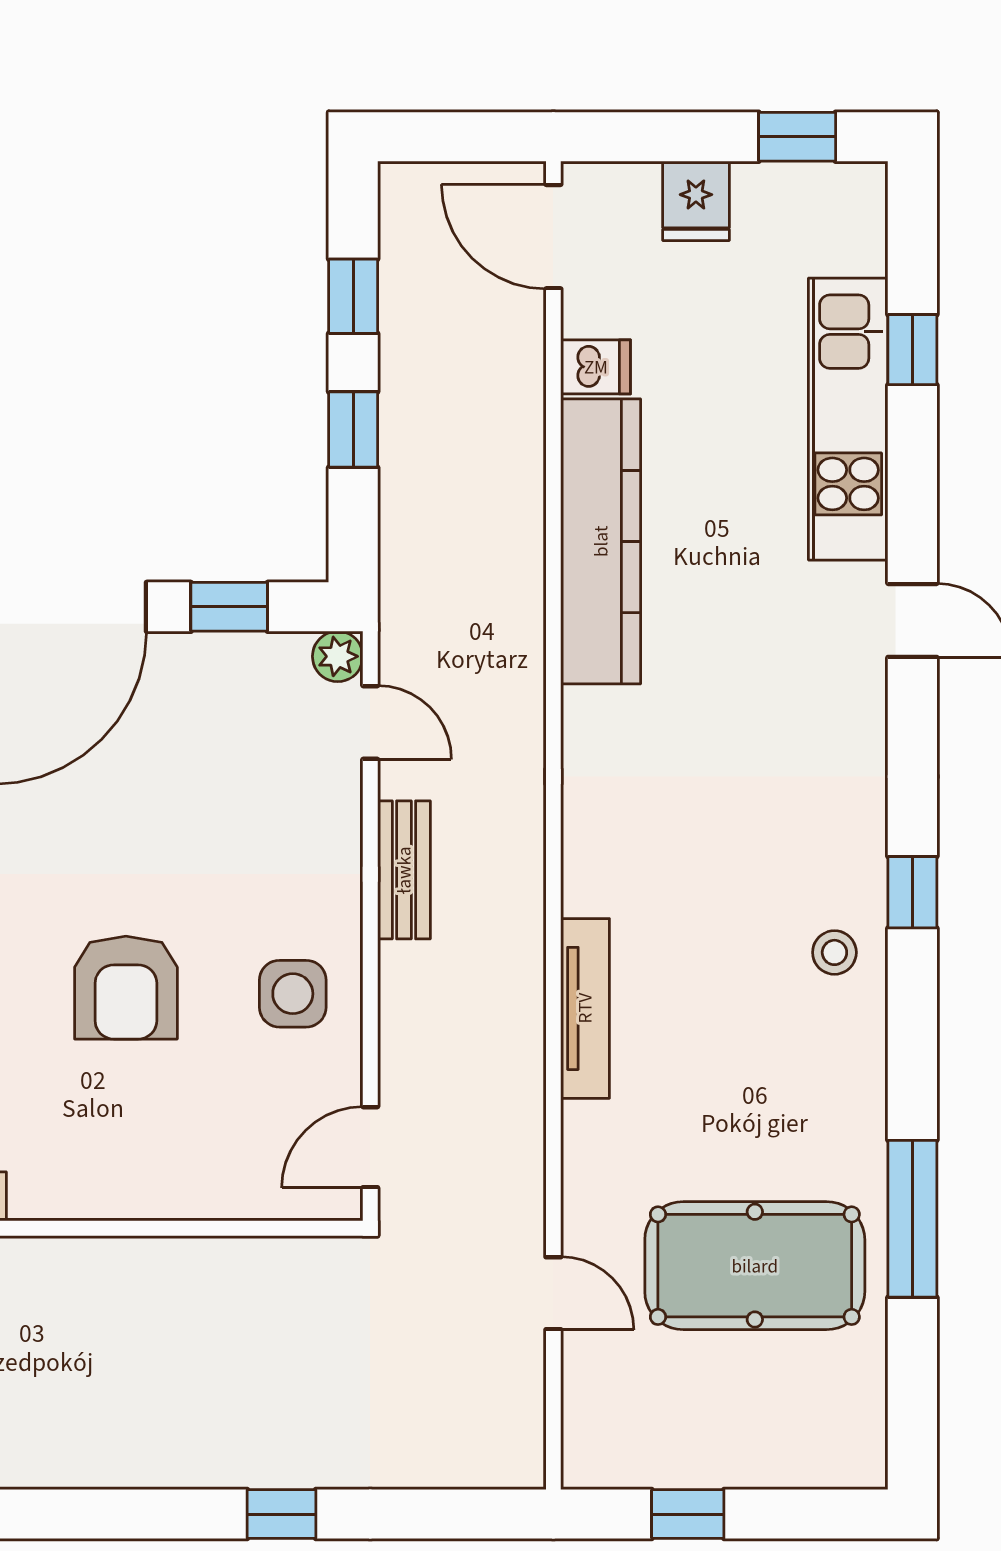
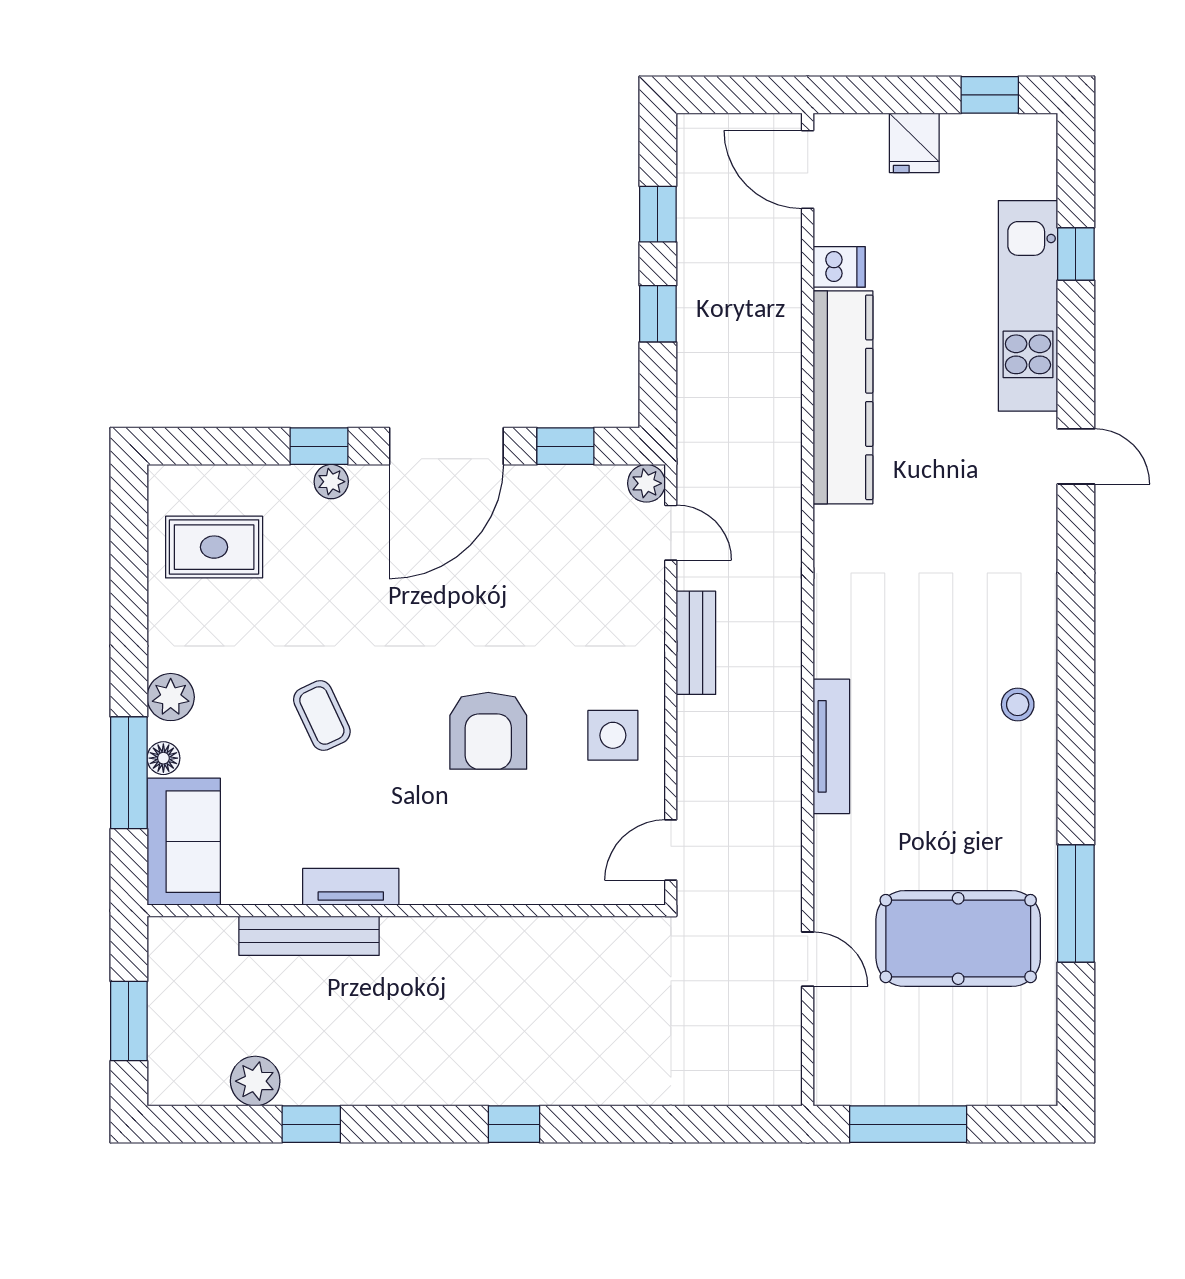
window: (912, 892) -> (1076, 659), removed
window: (282, 1514) -> (514, 1124), moved
window: (688, 1514) -> (908, 1124), width x2.17

